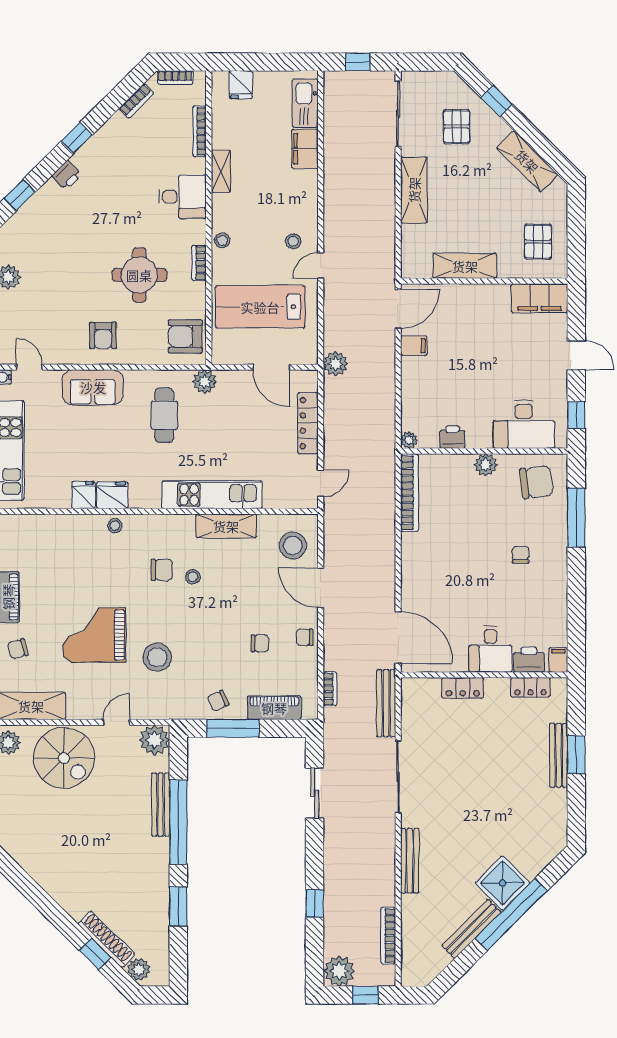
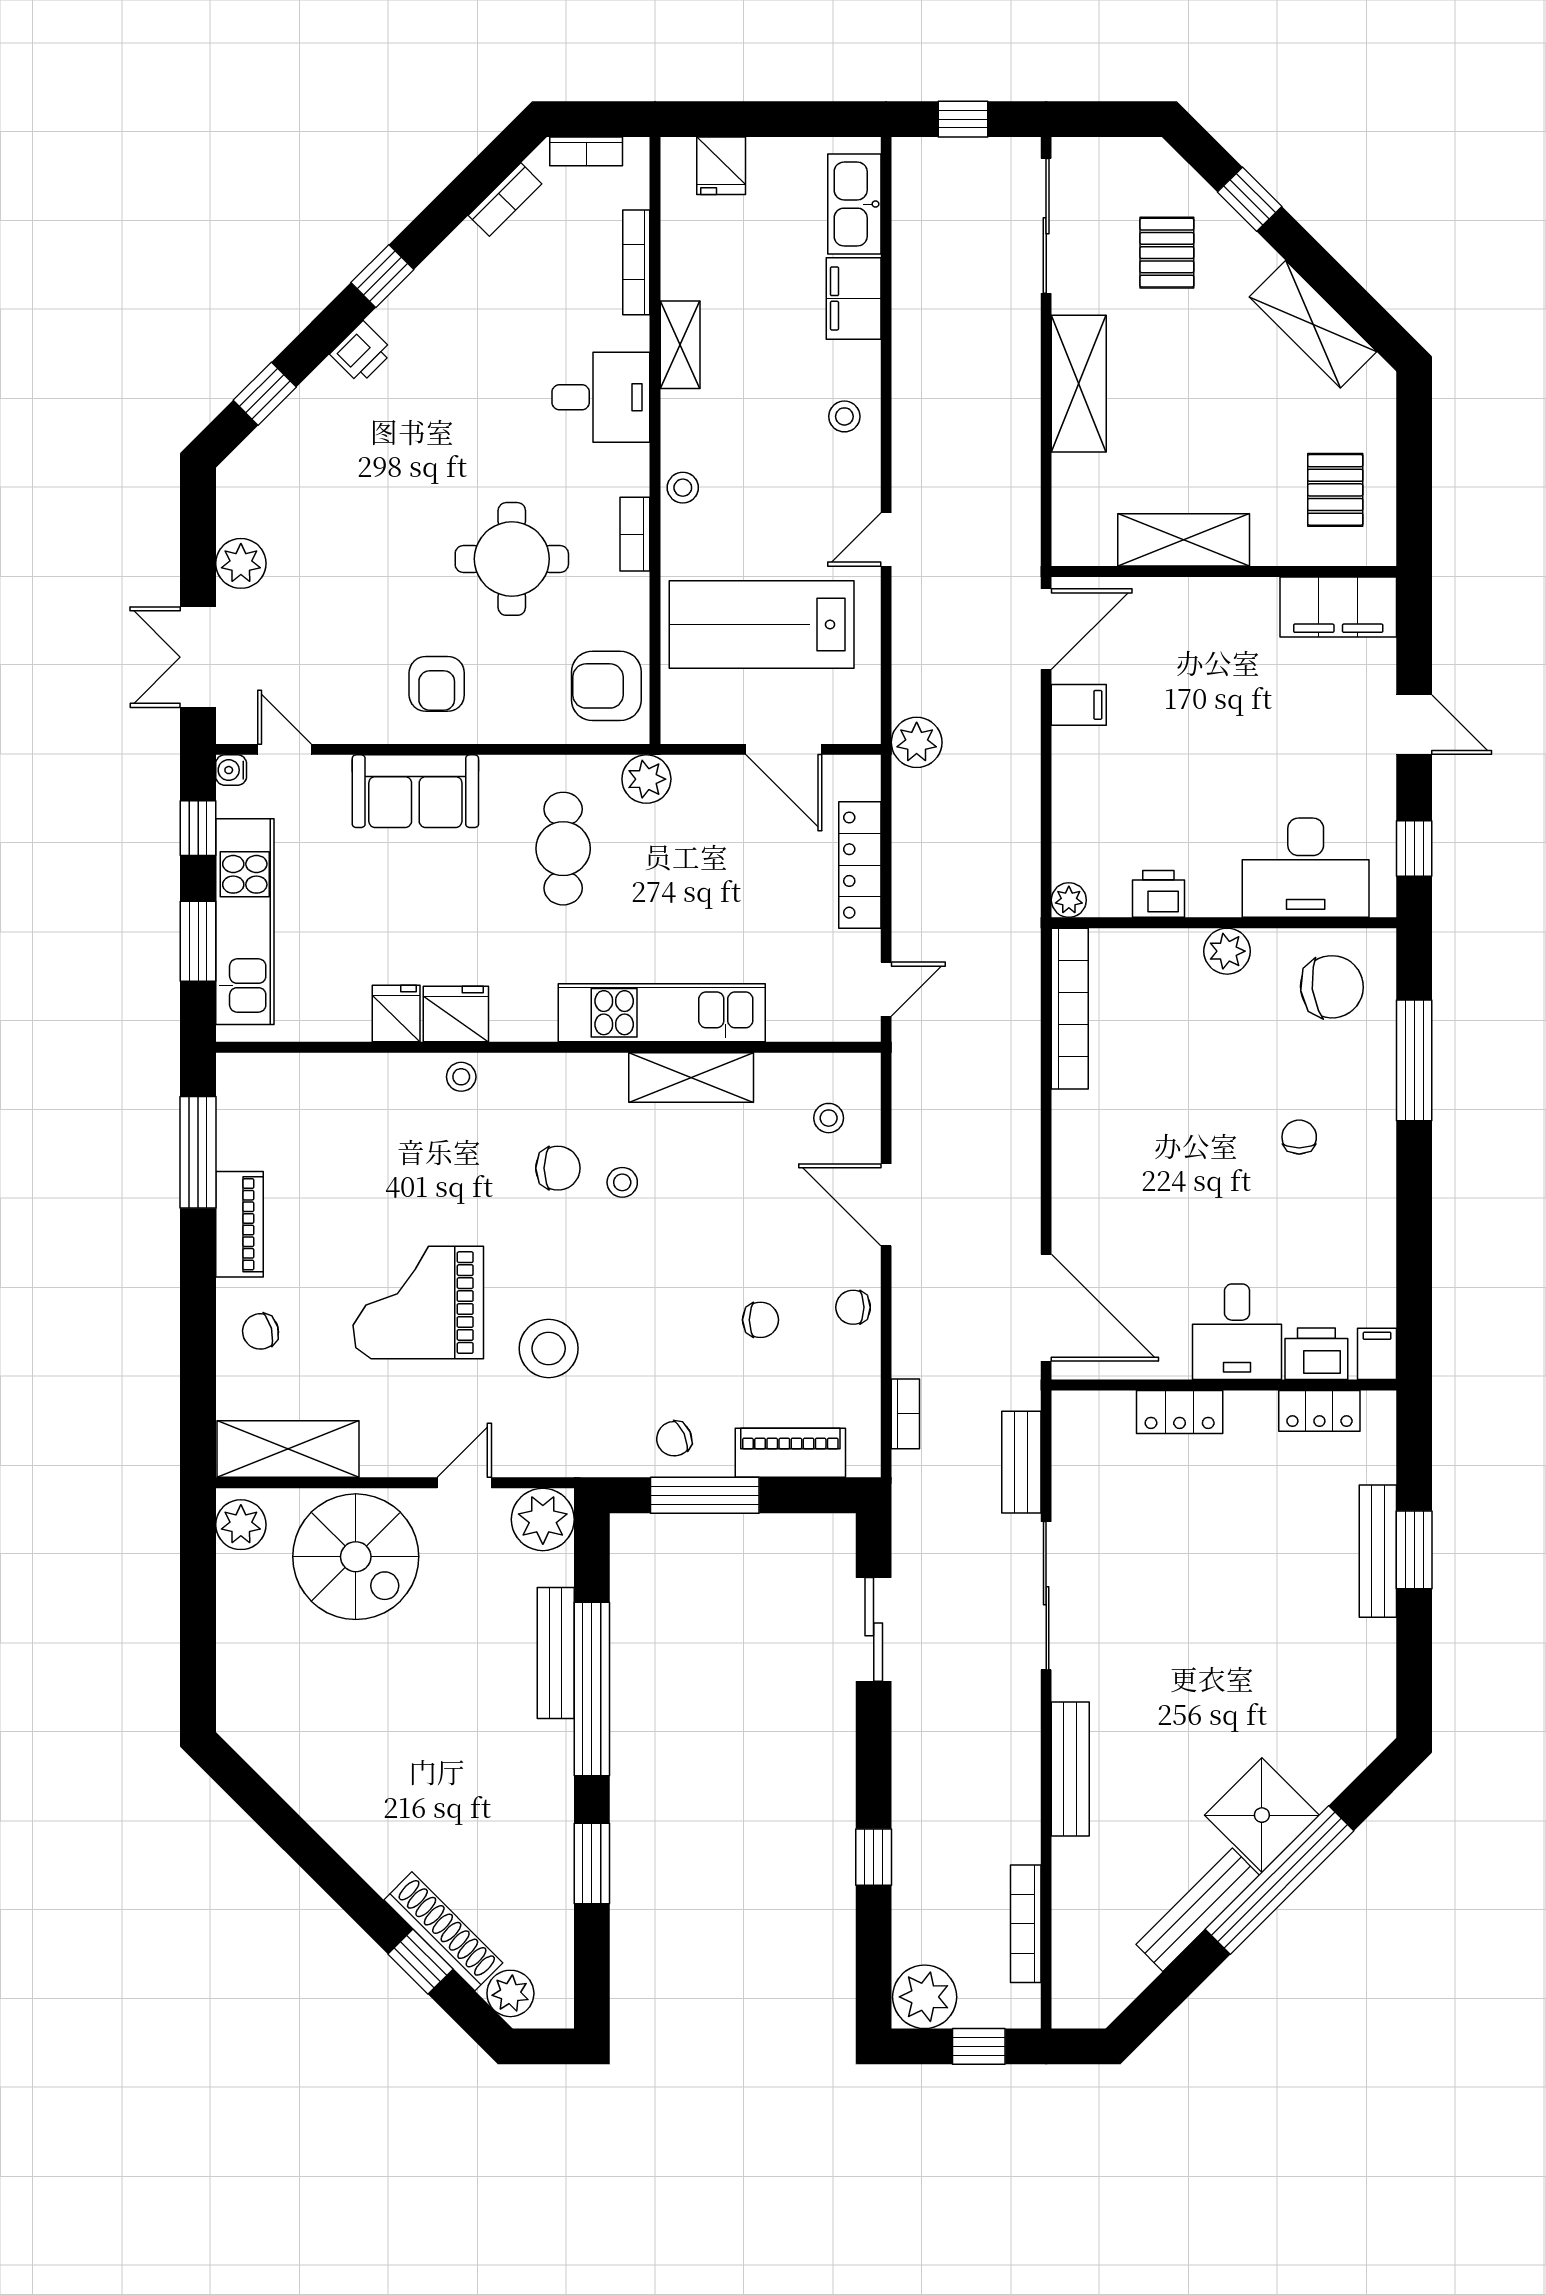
stool: (293, 241) -> (844, 416), moved
stool: (293, 546) -> (829, 1118), width x0.53, depth x0.53
bench: (386, 703) -> (1021, 1462), width x0.73

